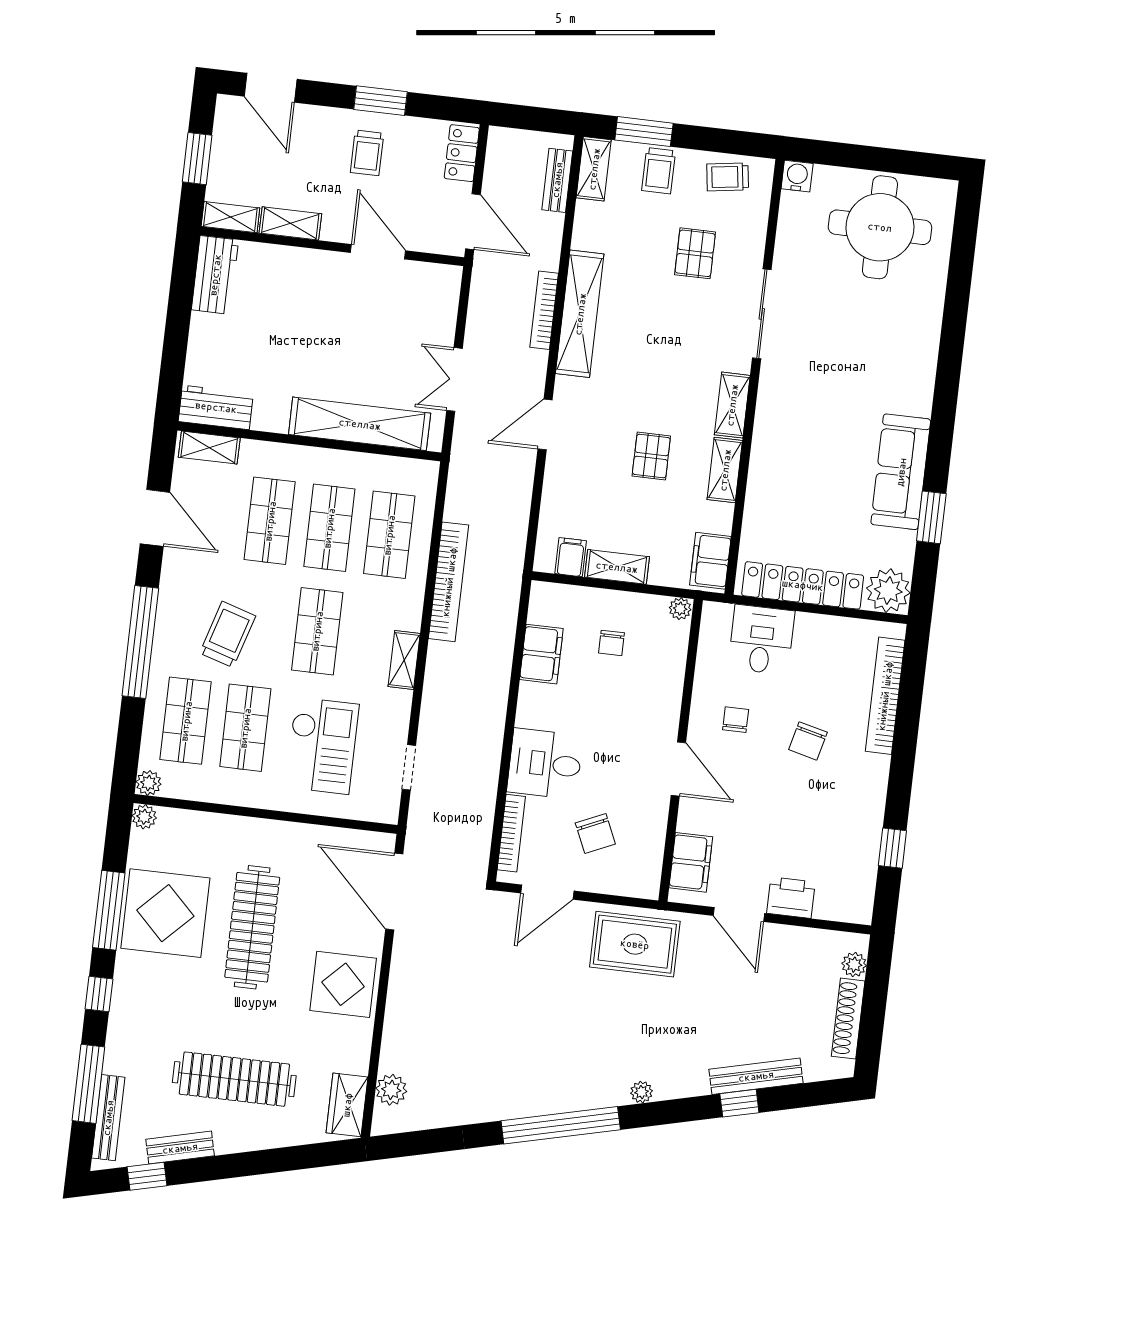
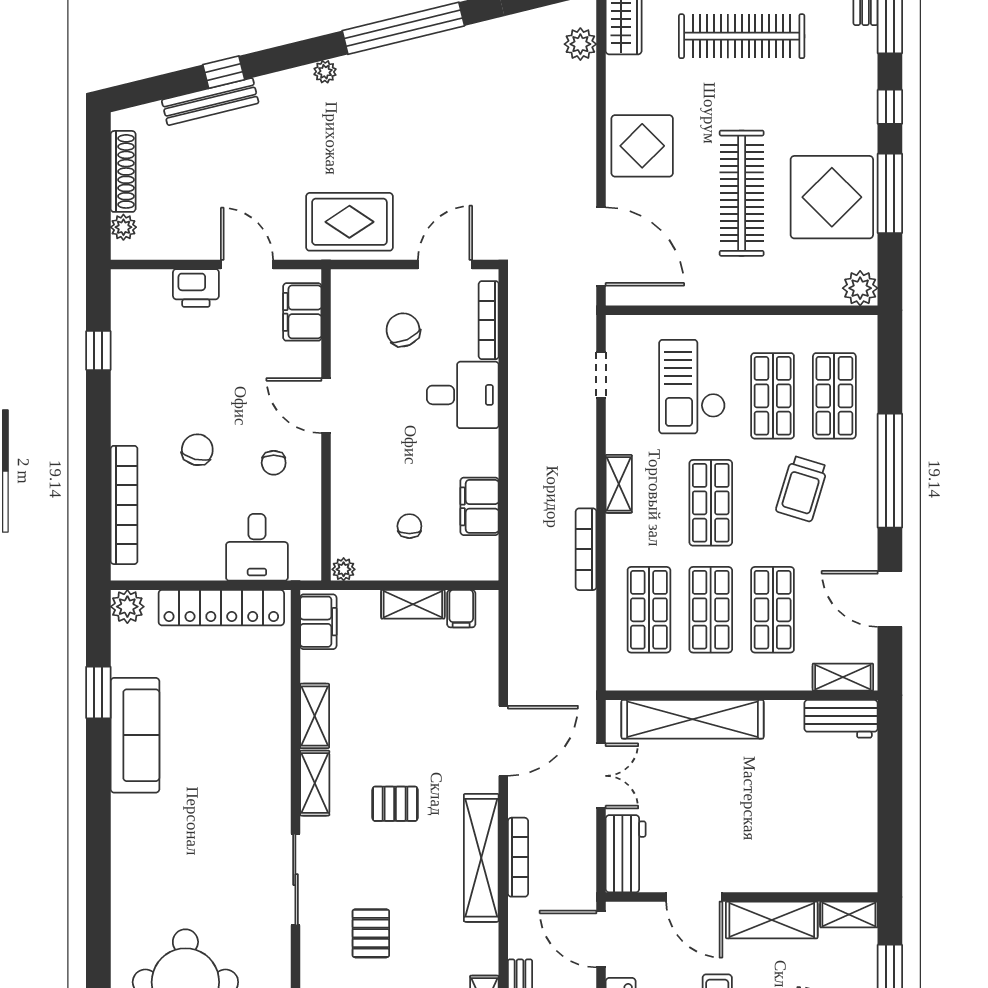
shelving: (290, 223) -> (772, 920), width x1.50, depth x1.33
workbench: (215, 275) -> (626, 854), moved, turned 180
door: (545, 425) -> (503, 741), width x1.36
pallet: (651, 456) -> (395, 804), moved, turned 90
bookcase: (449, 582) -> (586, 549), width x0.68, depth x0.76
plant: (888, 591) -> (127, 607), width x0.73, depth x0.73
plant: (149, 783) -> (865, 328), removed
plant: (144, 817) -> (860, 288), width x1.38, depth x1.38

